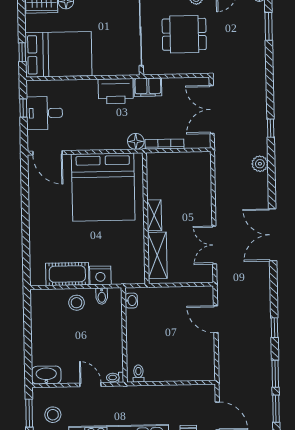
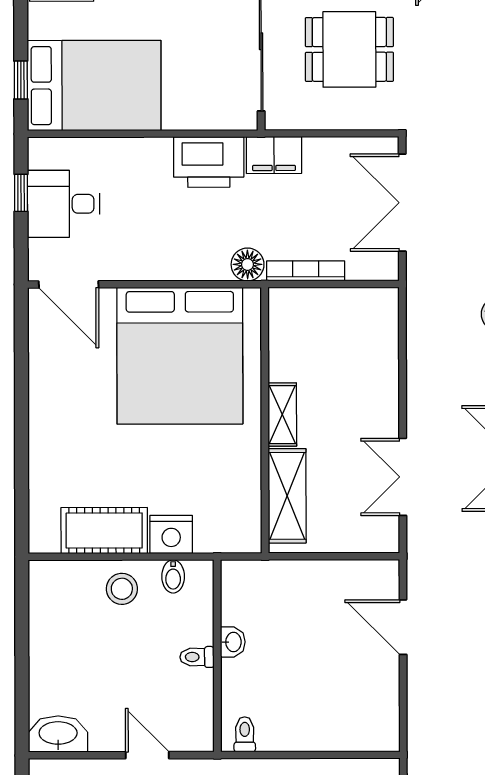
washbasin: (131, 301) -> (233, 642), moved
toilet: (115, 377) -> (197, 657), moved

